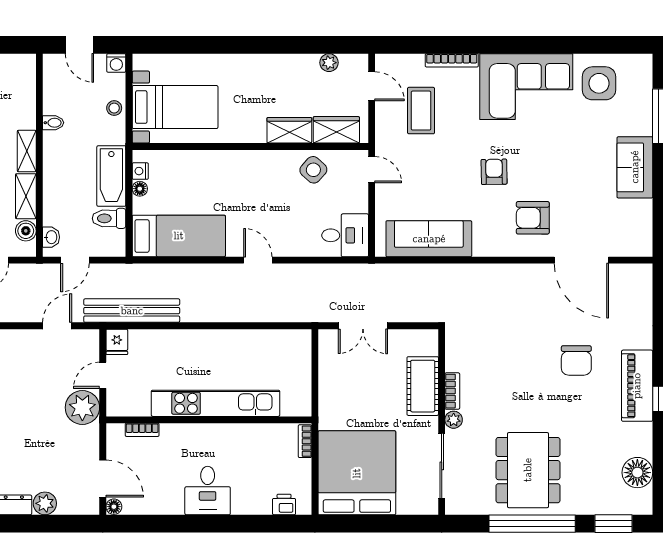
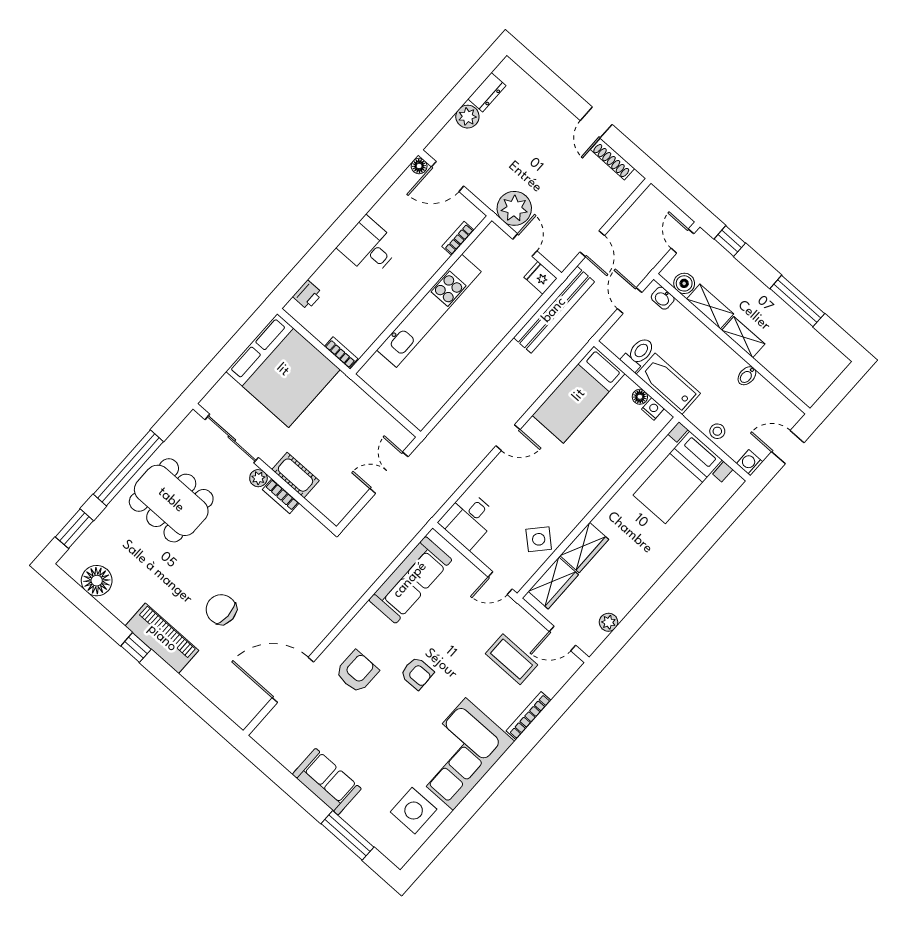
cot: (423, 386) -> (296, 475), width x0.73, depth x0.75

